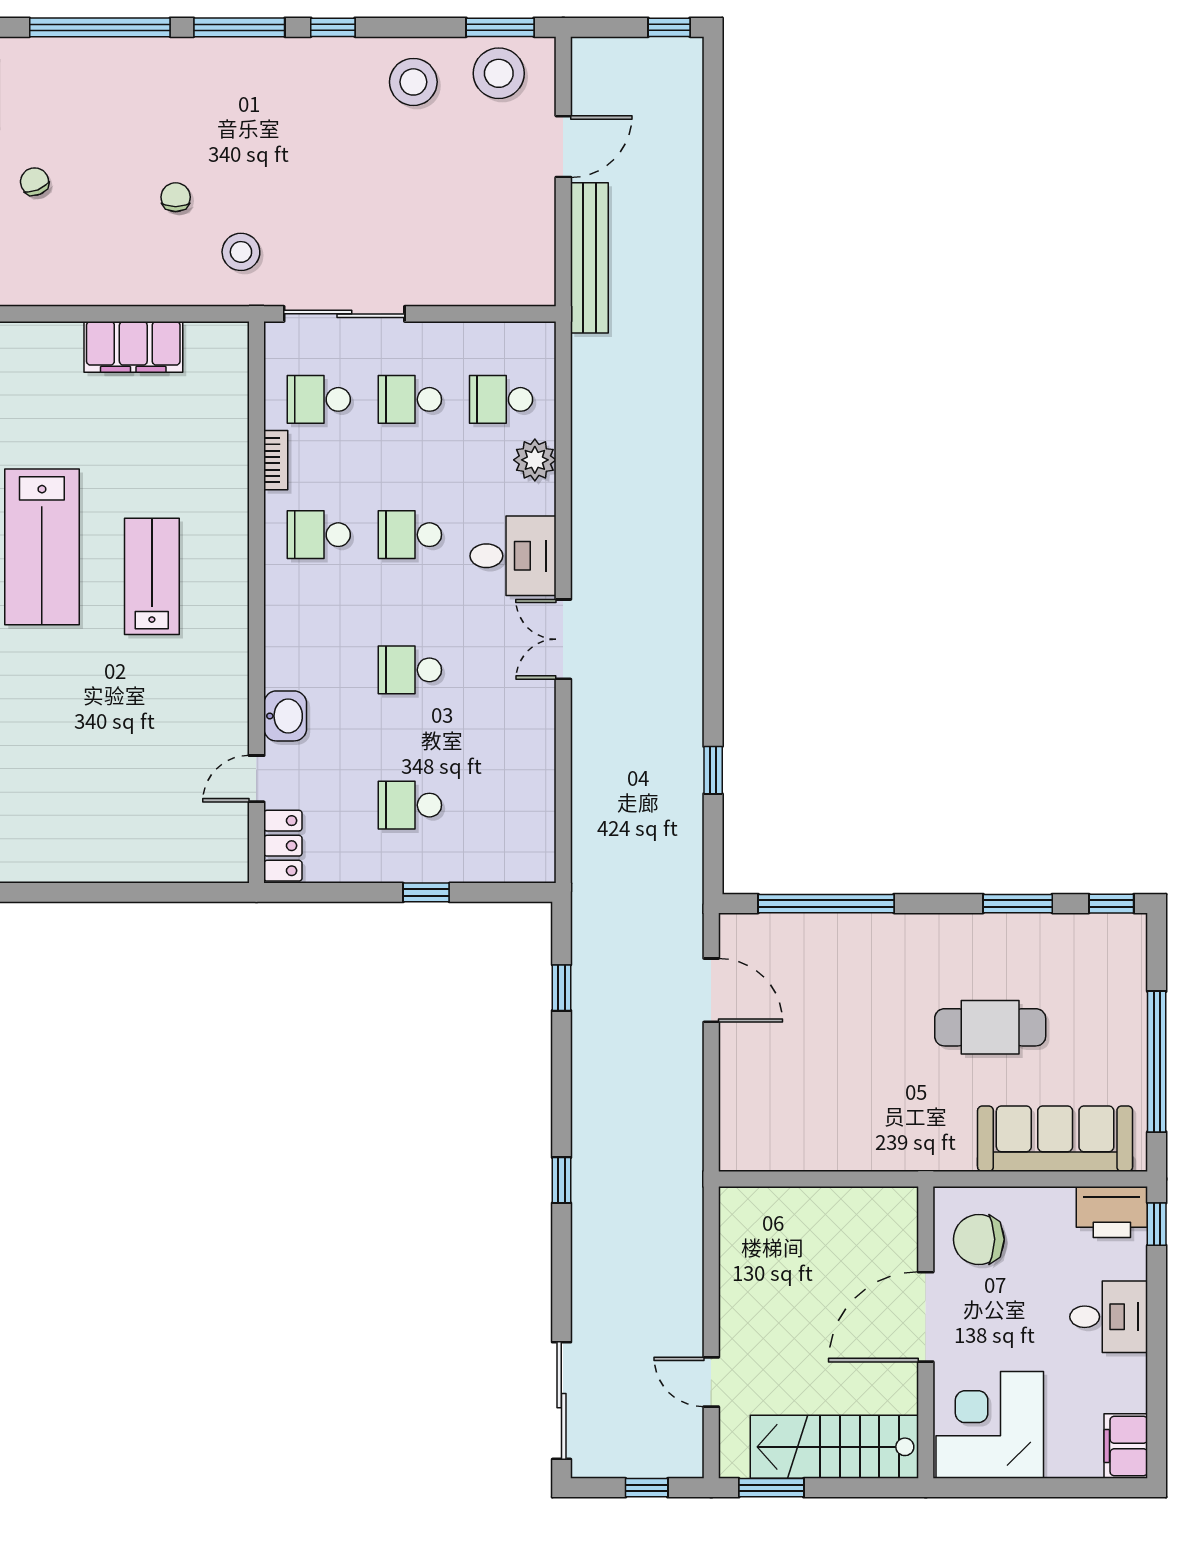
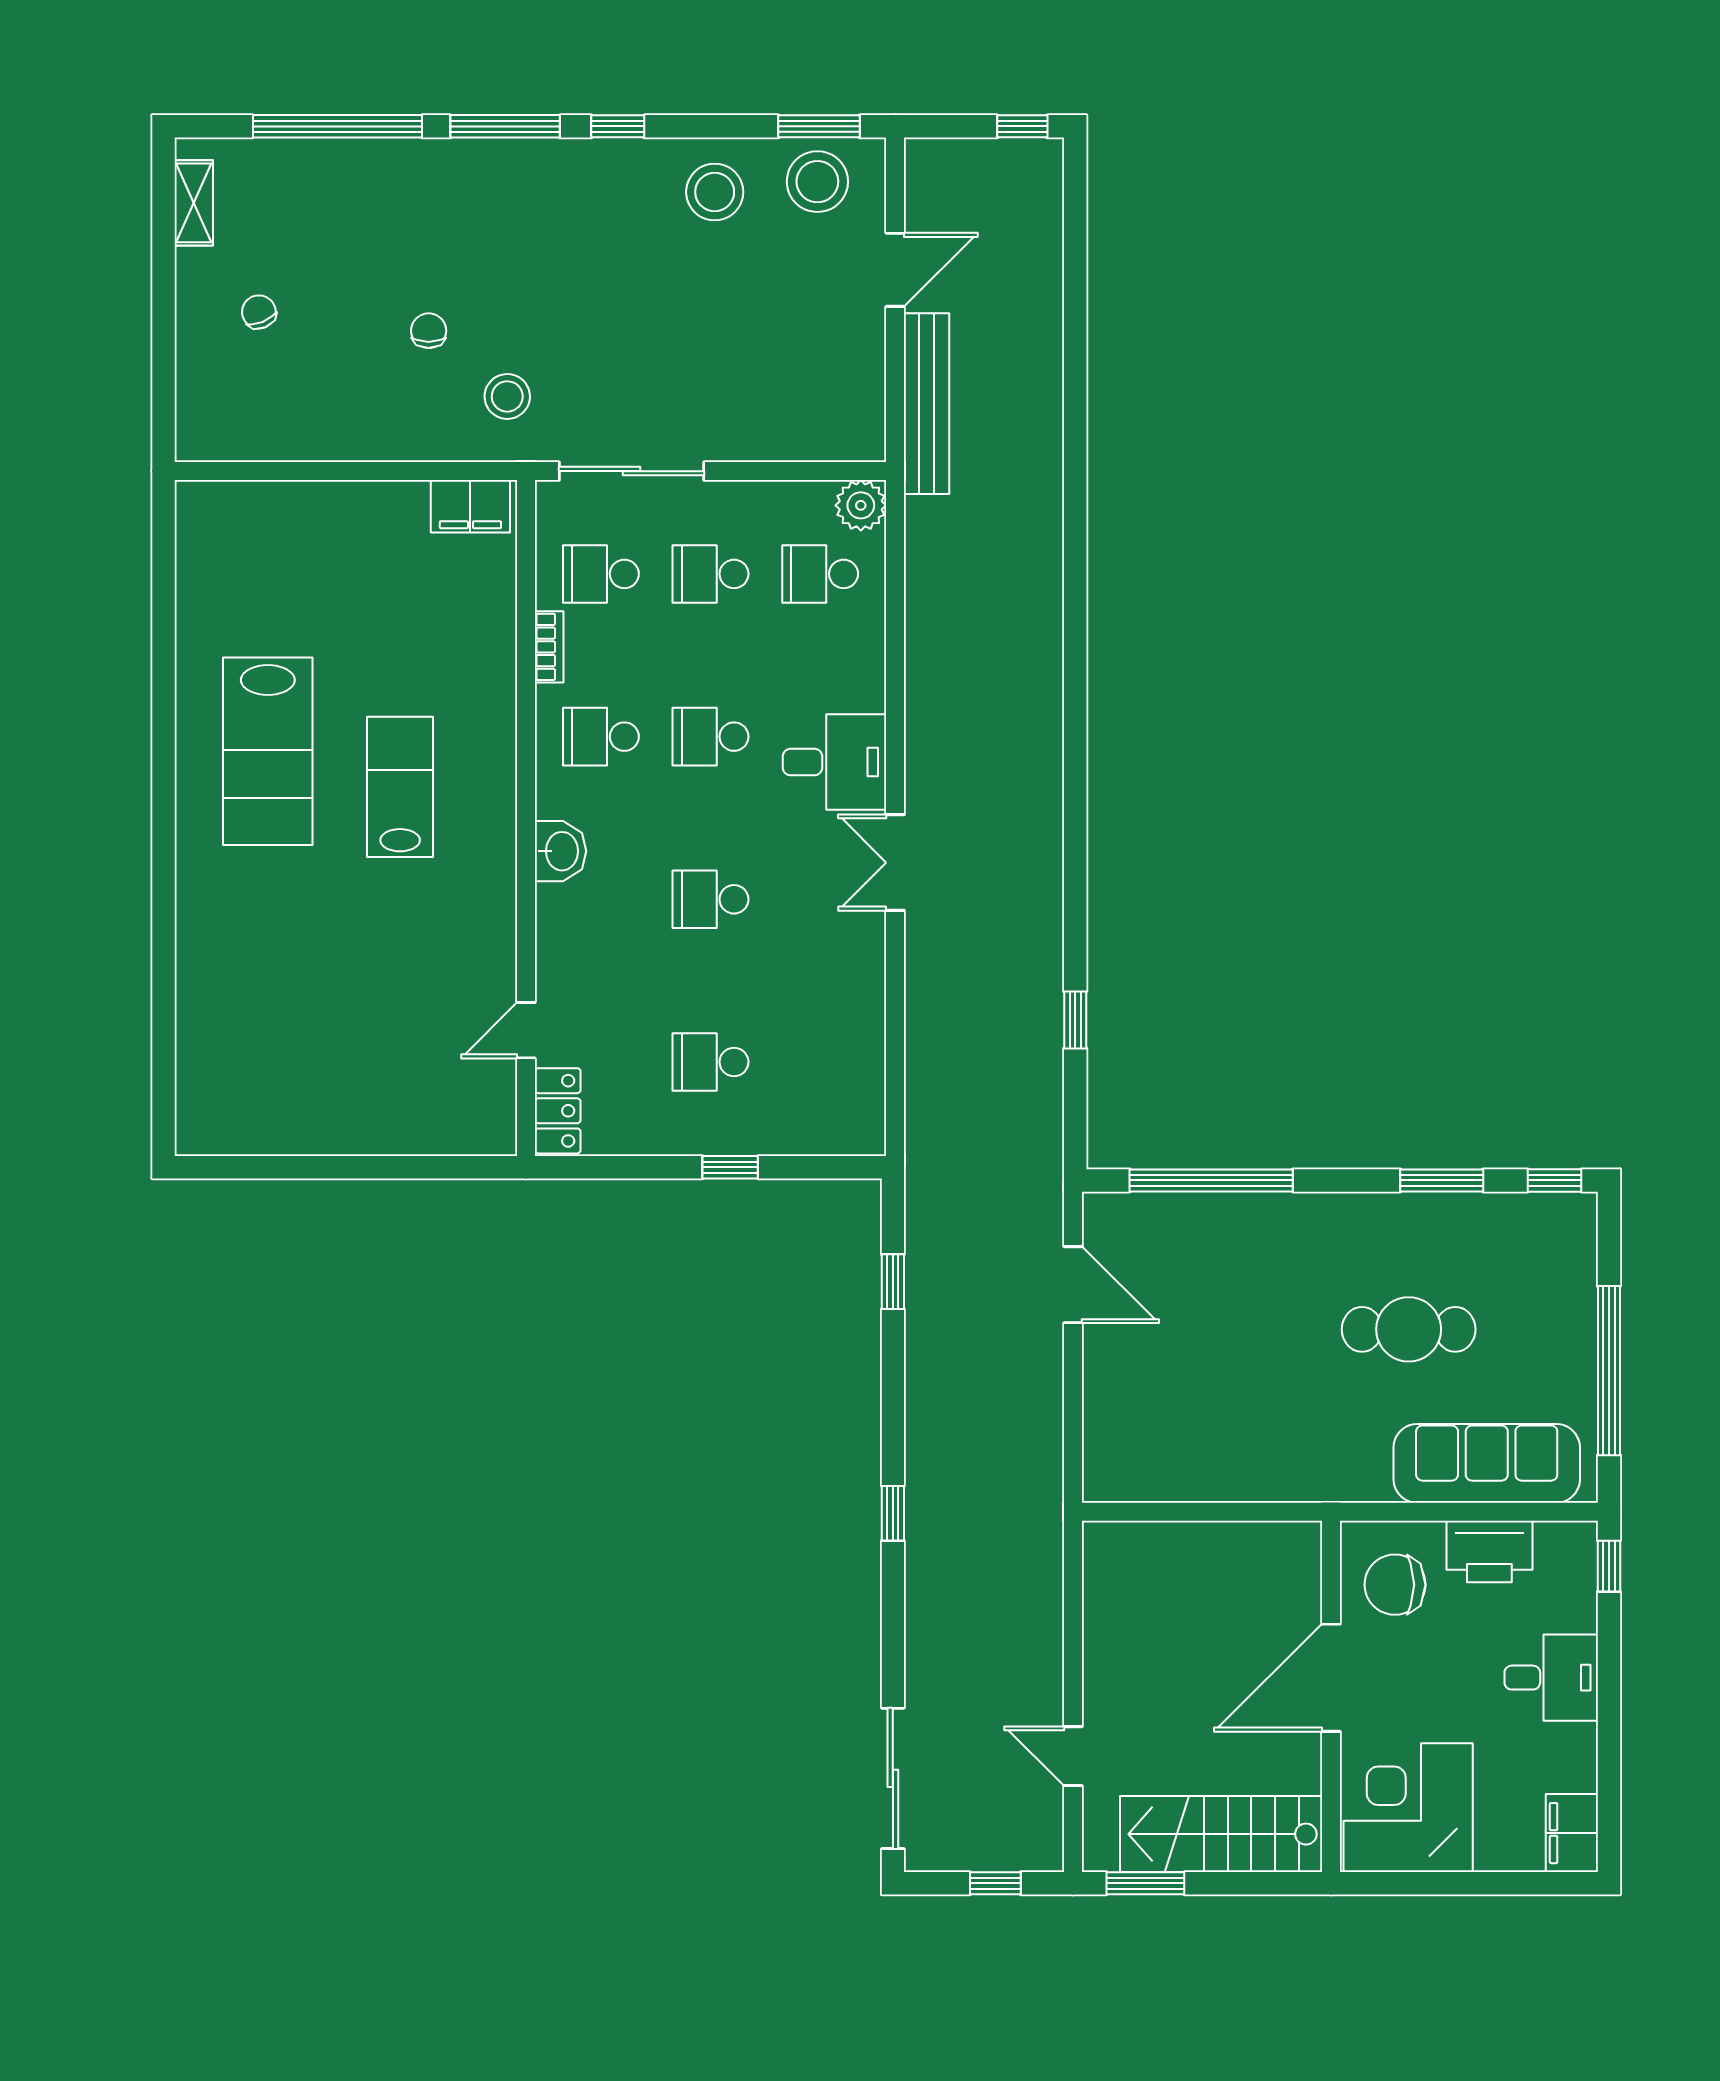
filing cabinet: (133, 347) -> (470, 506), moved, width x0.67, depth x0.86
plant: (535, 460) -> (861, 505), moved
washbasin: (285, 716) -> (560, 851), moved
printer: (1112, 1212) -> (1489, 1552), moved

